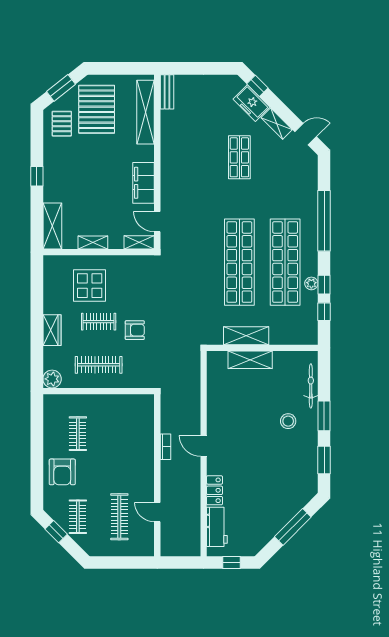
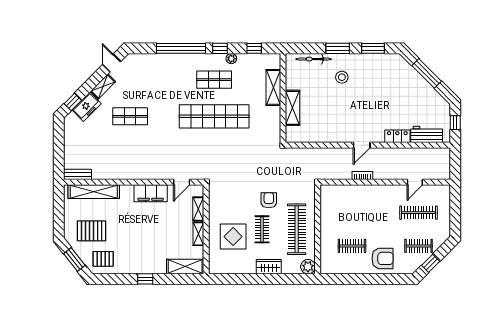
pallet: (97, 109) -> (92, 231), width x0.73, depth x0.71
shelving: (139, 242) -> (198, 209), moved
shop shelf: (285, 262) -> (214, 80), width x0.50, depth x0.74
window: (324, 285) -> (220, 48), moved
shelving: (246, 336) -> (273, 87), moved
clothes rail: (99, 365) -> (297, 229), width x1.37, depth x1.31

